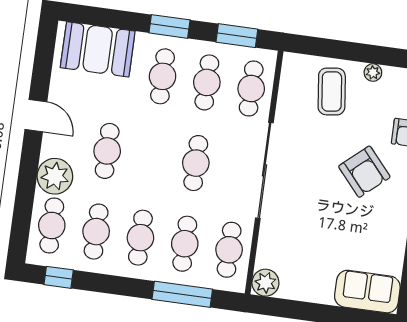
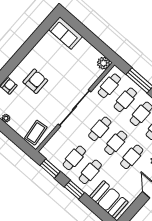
cafe table: (251, 89) -> (116, 143), moved
coffee table: (332, 91) -> (36, 133), moved
armchair: (364, 172) -> (35, 81), turned 41

